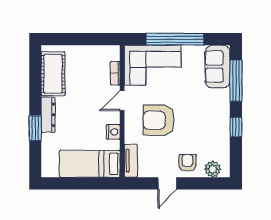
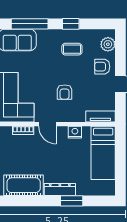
armchair: (159, 120) -> (65, 92), width x0.53, depth x0.53
coffee table: (207, 129) -> (72, 49), added

